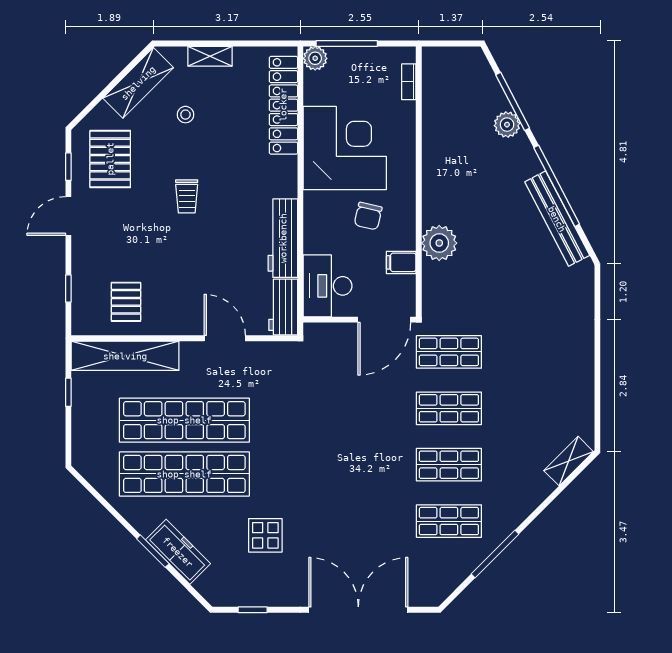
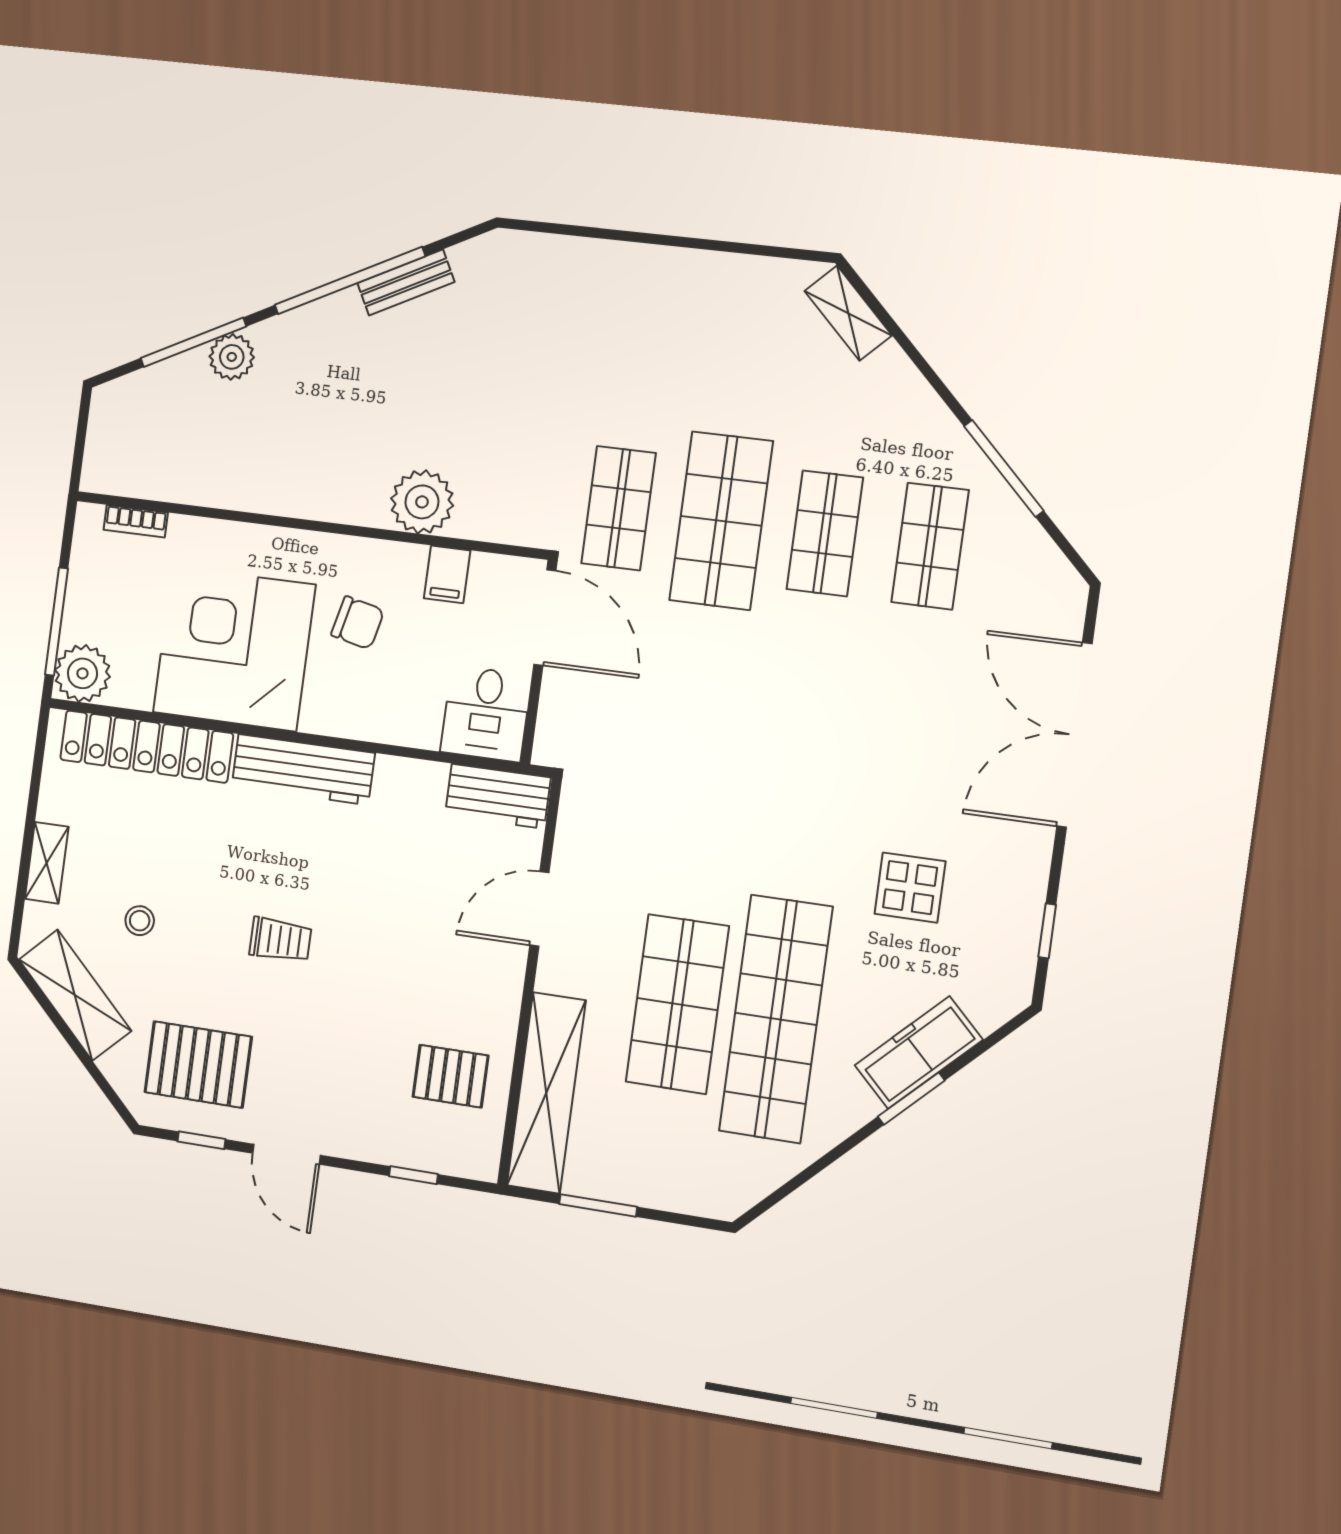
plant: (315, 58) -> (82, 673), width x1.36, depth x1.36
bench: (557, 219) -> (406, 282), width x0.54, depth x0.82
workbench: (283, 238) -> (303, 770), moved
desk: (328, 286) -> (486, 714), width x0.73
window: (68, 392) -> (598, 1205), width x1.50
shop shelf: (449, 408) -> (721, 521), width x1.43, depth x1.36
shop shelf: (184, 420) -> (677, 1004), width x0.71

